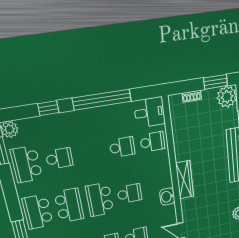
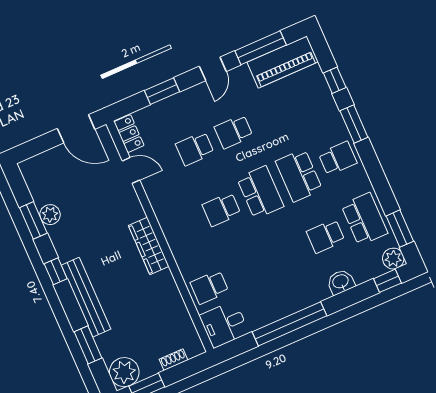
window: (48, 108) -> (387, 281), moved
school desk: (122, 147) -> (248, 270), removed
washbasin: (167, 197) -> (341, 282), moved, turned -90
school desk: (38, 212) -> (338, 158), width x0.54

